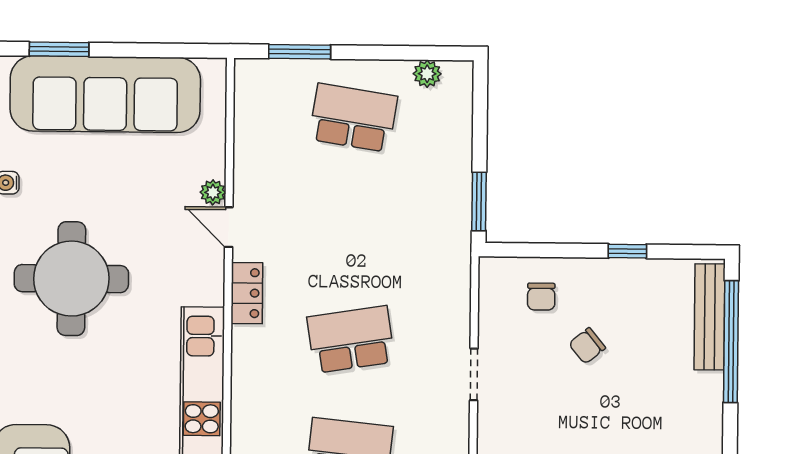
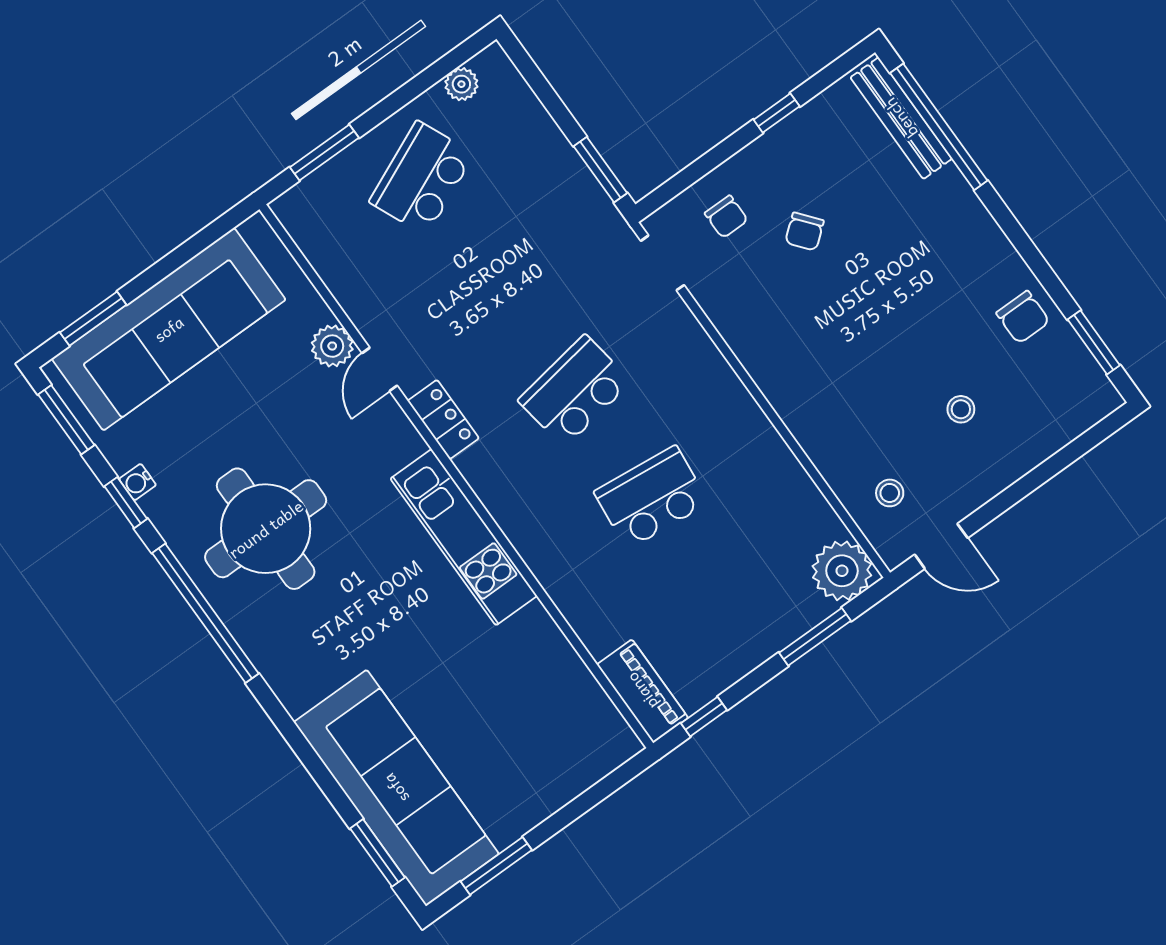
school desk: (353, 118) -> (422, 178), turned -33
plant: (213, 192) -> (332, 346), width x1.38, depth x1.38
door: (229, 227) -> (380, 369), hinge flipped
doorway: (474, 374) -> (663, 263), moved

